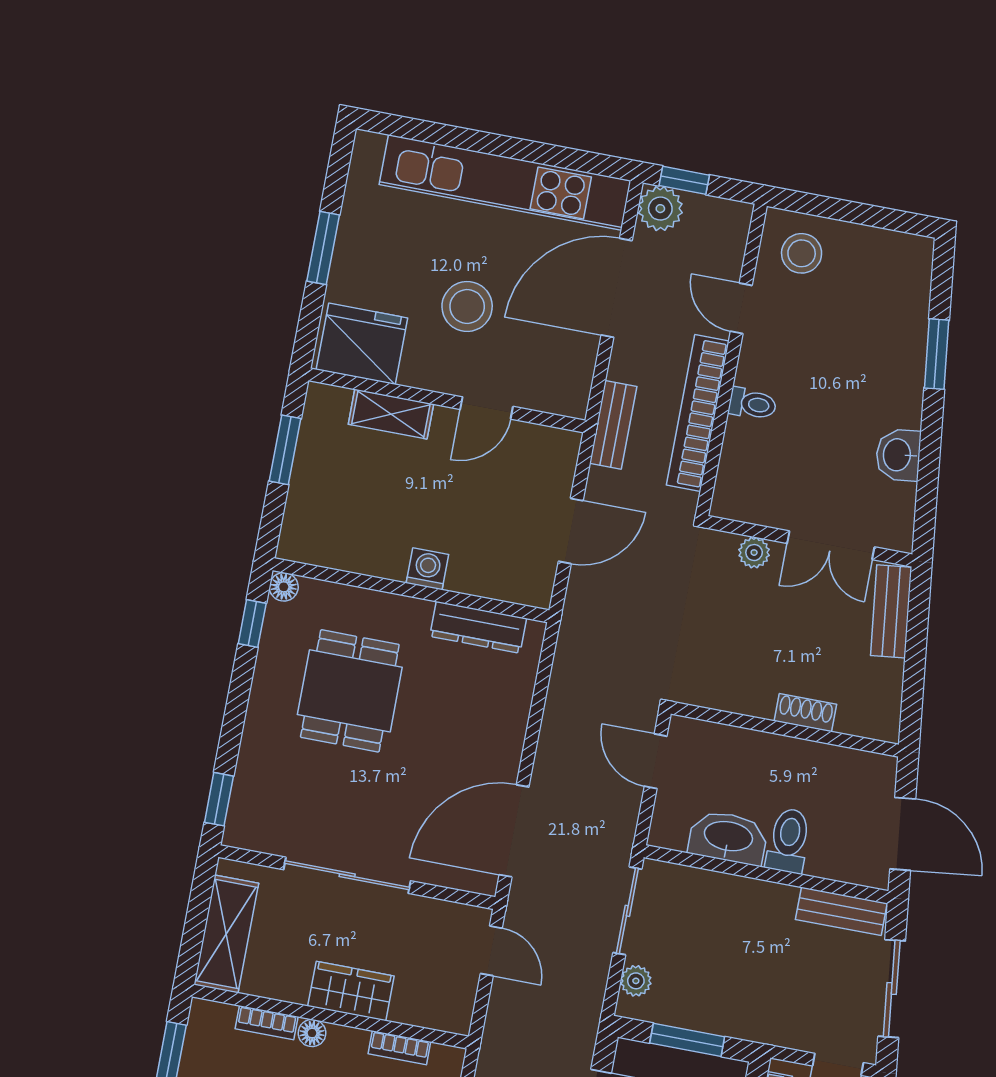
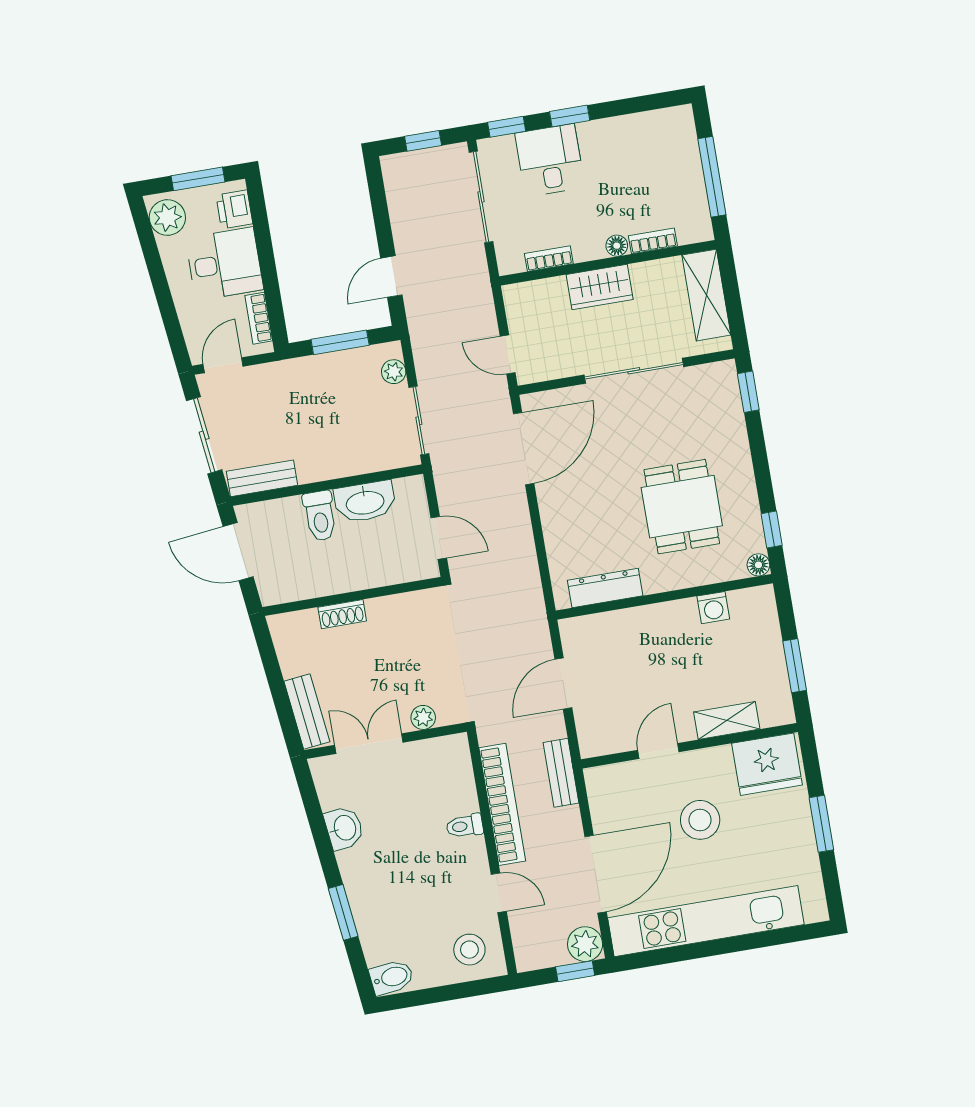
bidet: (907, 255) -> (392, 977), added
washing machine: (427, 569) -> (713, 608), moved

